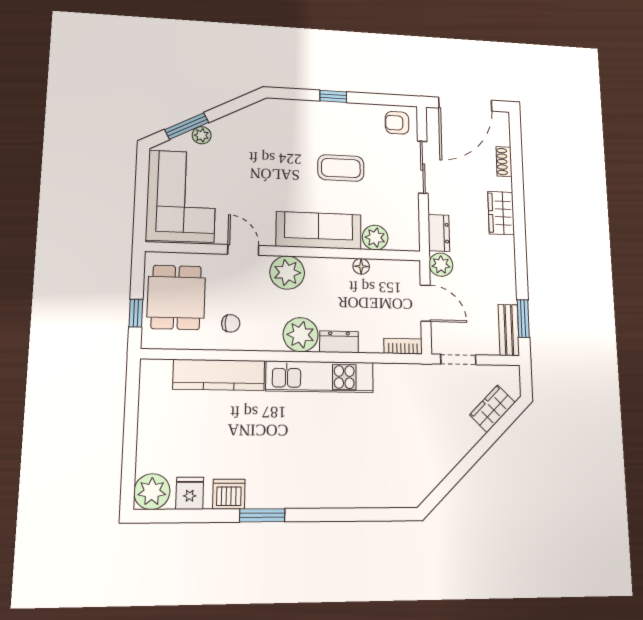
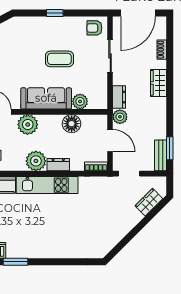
floor lamp: (361, 266) -> (72, 124), width x1.89, depth x1.89

